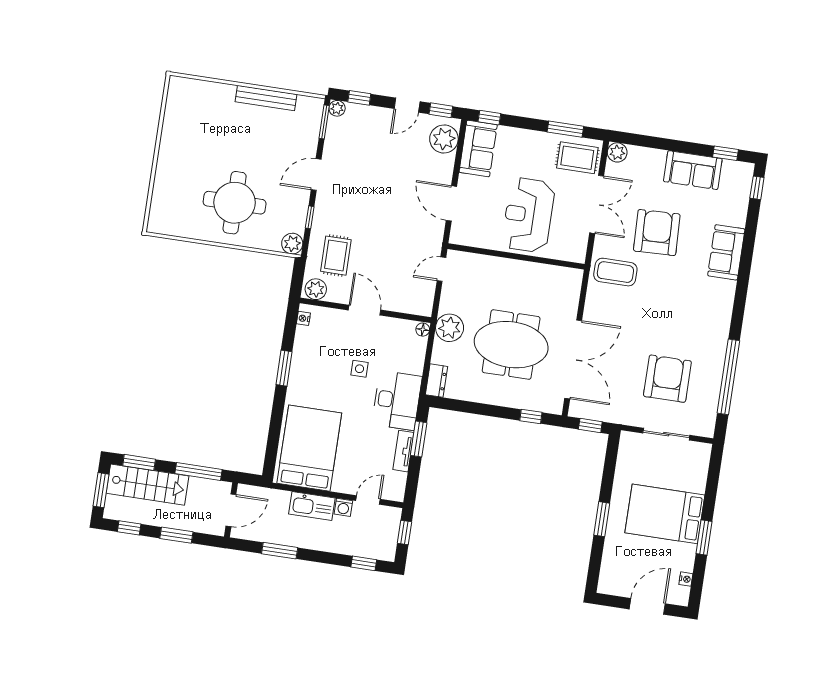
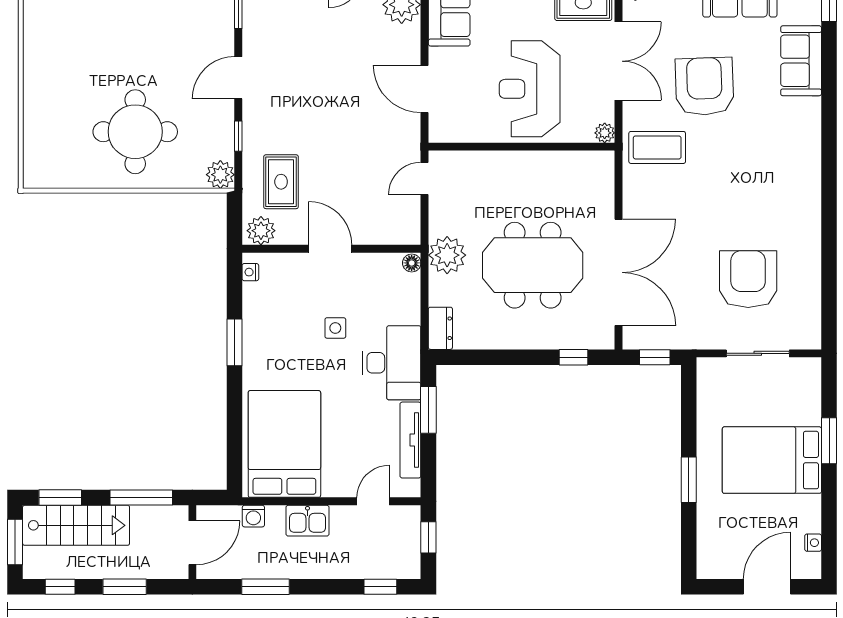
sofa: (726, 252) -> (801, 61), moved
plant: (579, 256) -> (605, 133), added
window: (728, 377) -> (829, 264), removed
tv unit: (403, 451) -> (410, 440), width x1.41
kitchen sink: (312, 506) -> (308, 521), width x0.73
washing machine: (343, 507) -> (253, 516), moved
window: (704, 538) -> (829, 441), moved

